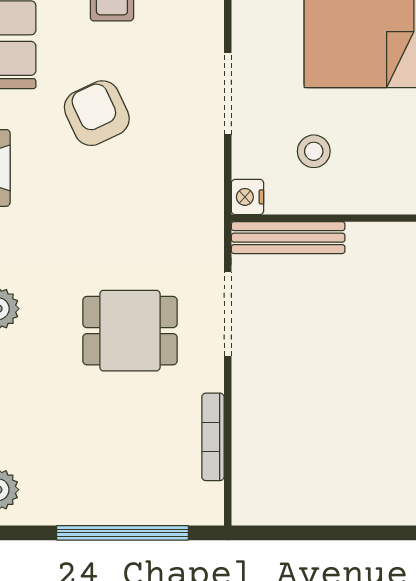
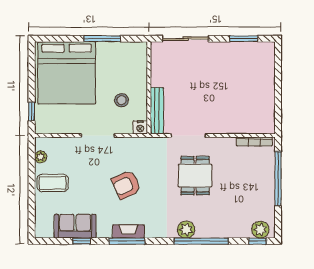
armchair: (97, 113) -> (126, 185), moved
bookcase: (213, 437) -> (254, 142), moved

